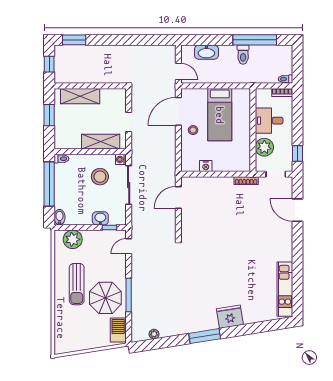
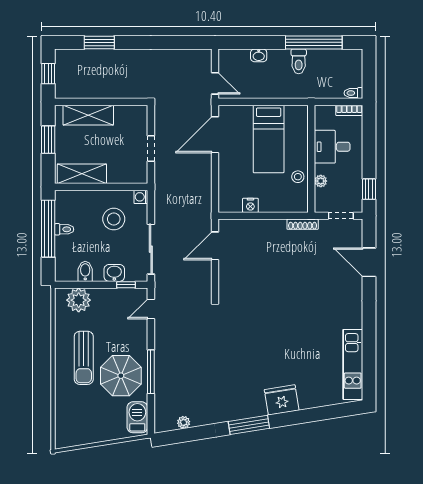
window: (74, 40) -> (99, 42), moved
washbasin: (206, 52) -> (259, 55), width x0.52, depth x0.69
stool: (193, 130) -> (298, 177), moved
shelving: (101, 142) -> (82, 174), moved
plant: (264, 147) -> (321, 181), width x0.53, depth x0.53
toilet: (61, 159) -> (64, 229), moved
sliding door: (129, 185) -> (151, 249), moved
bidet: (60, 217) -> (85, 271), moved

